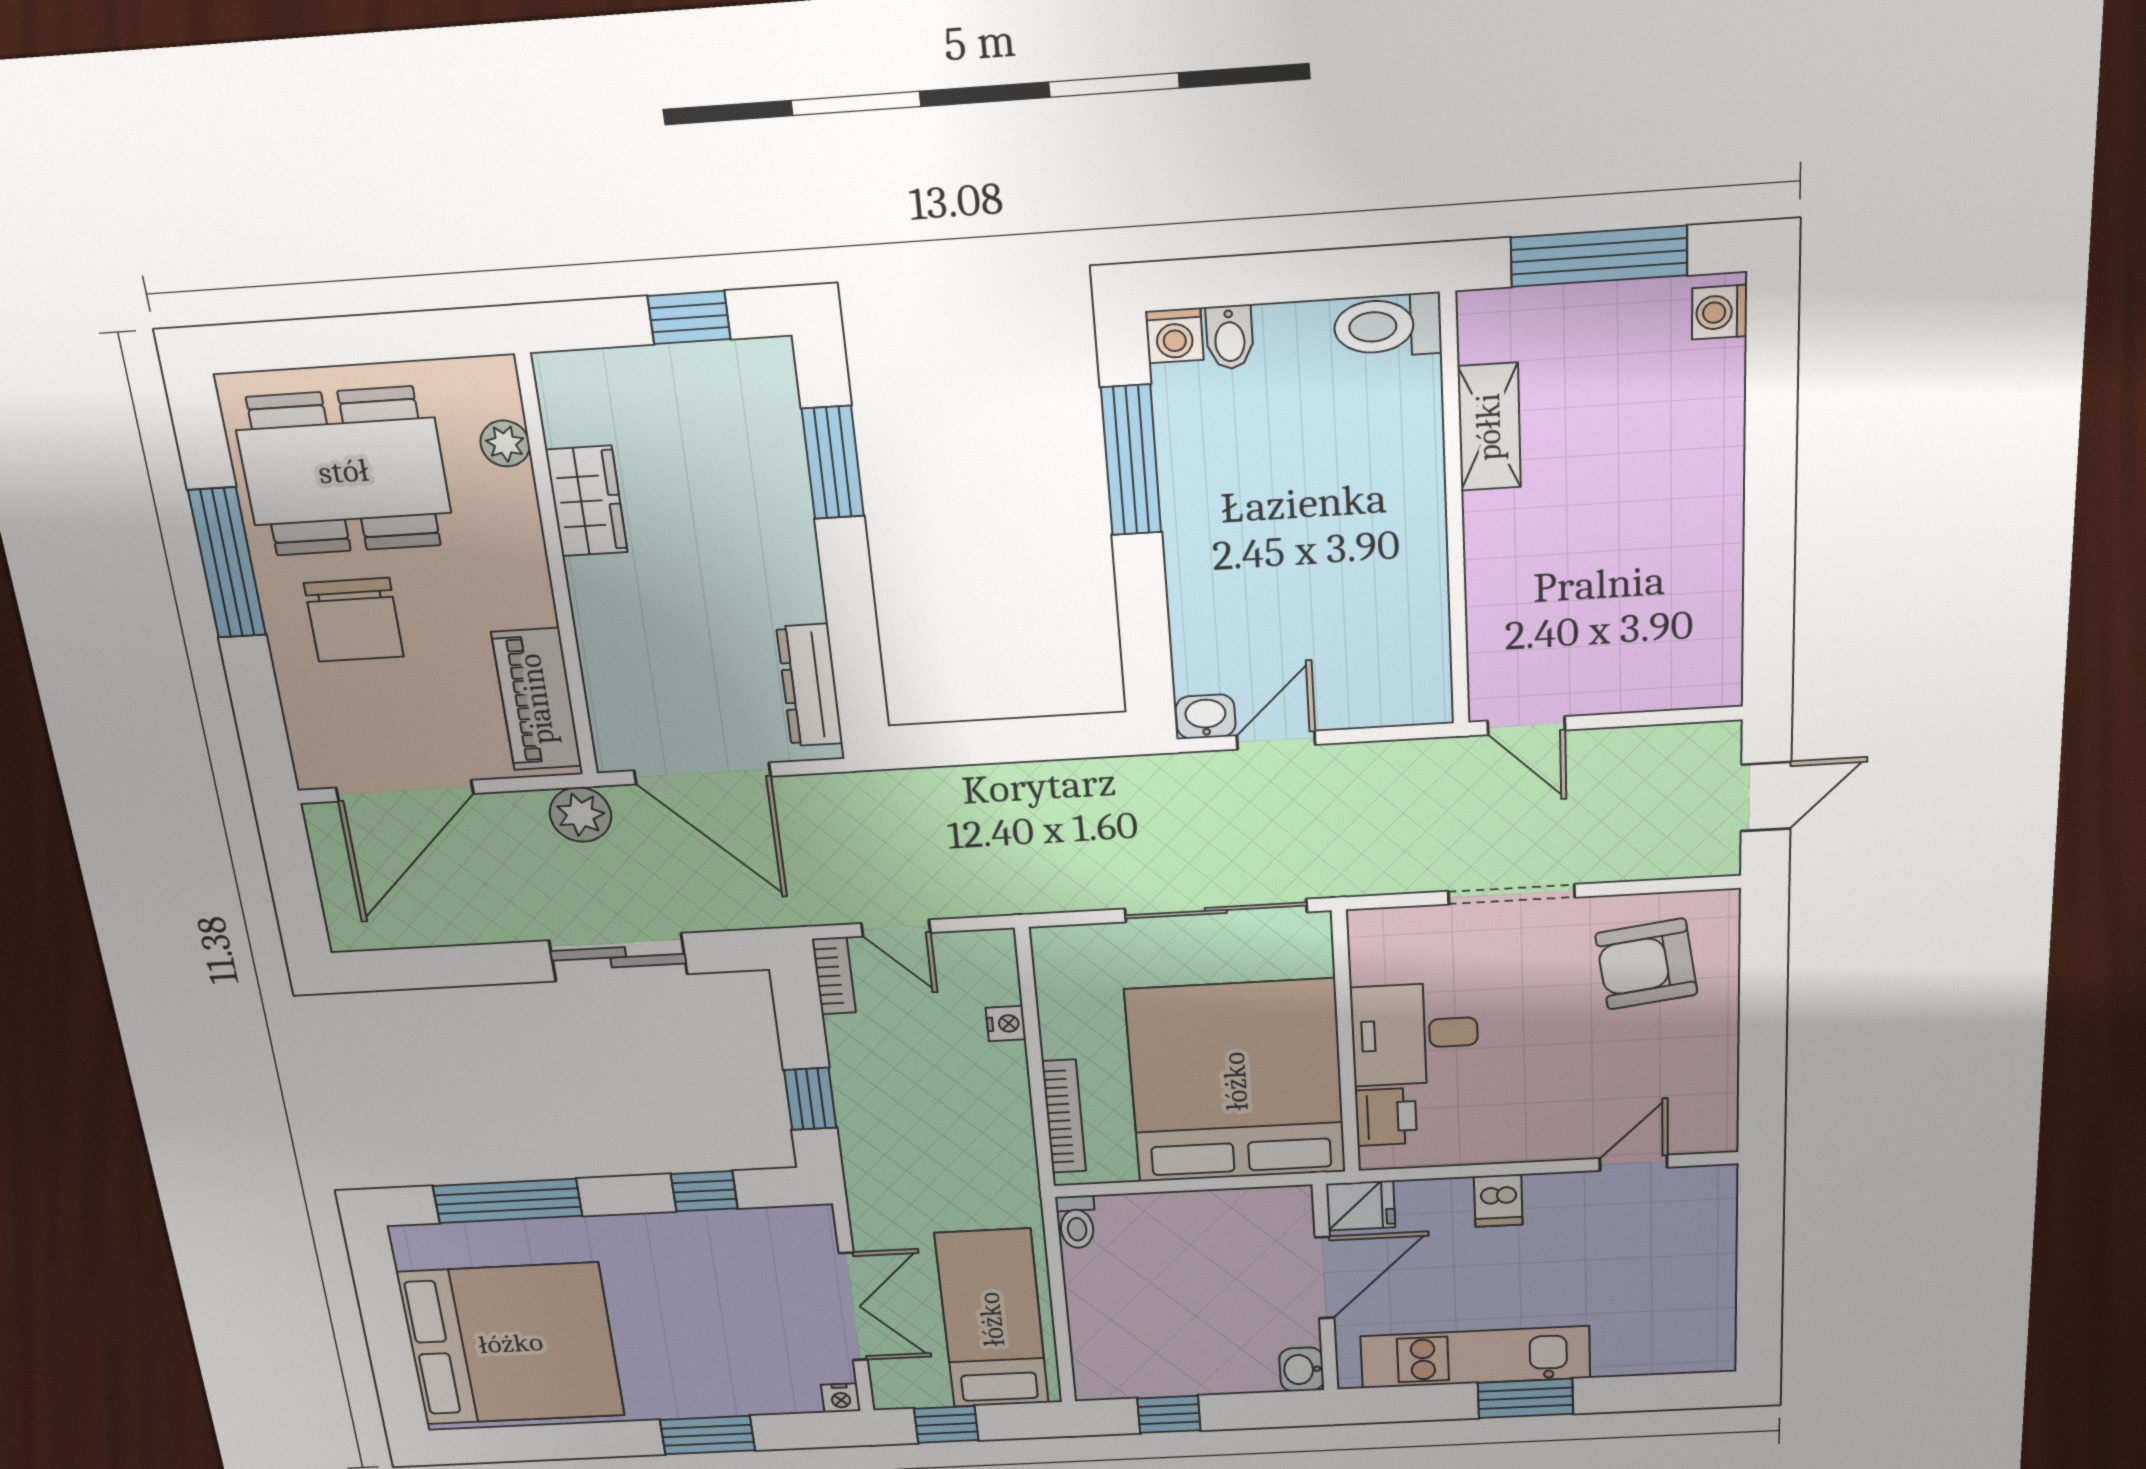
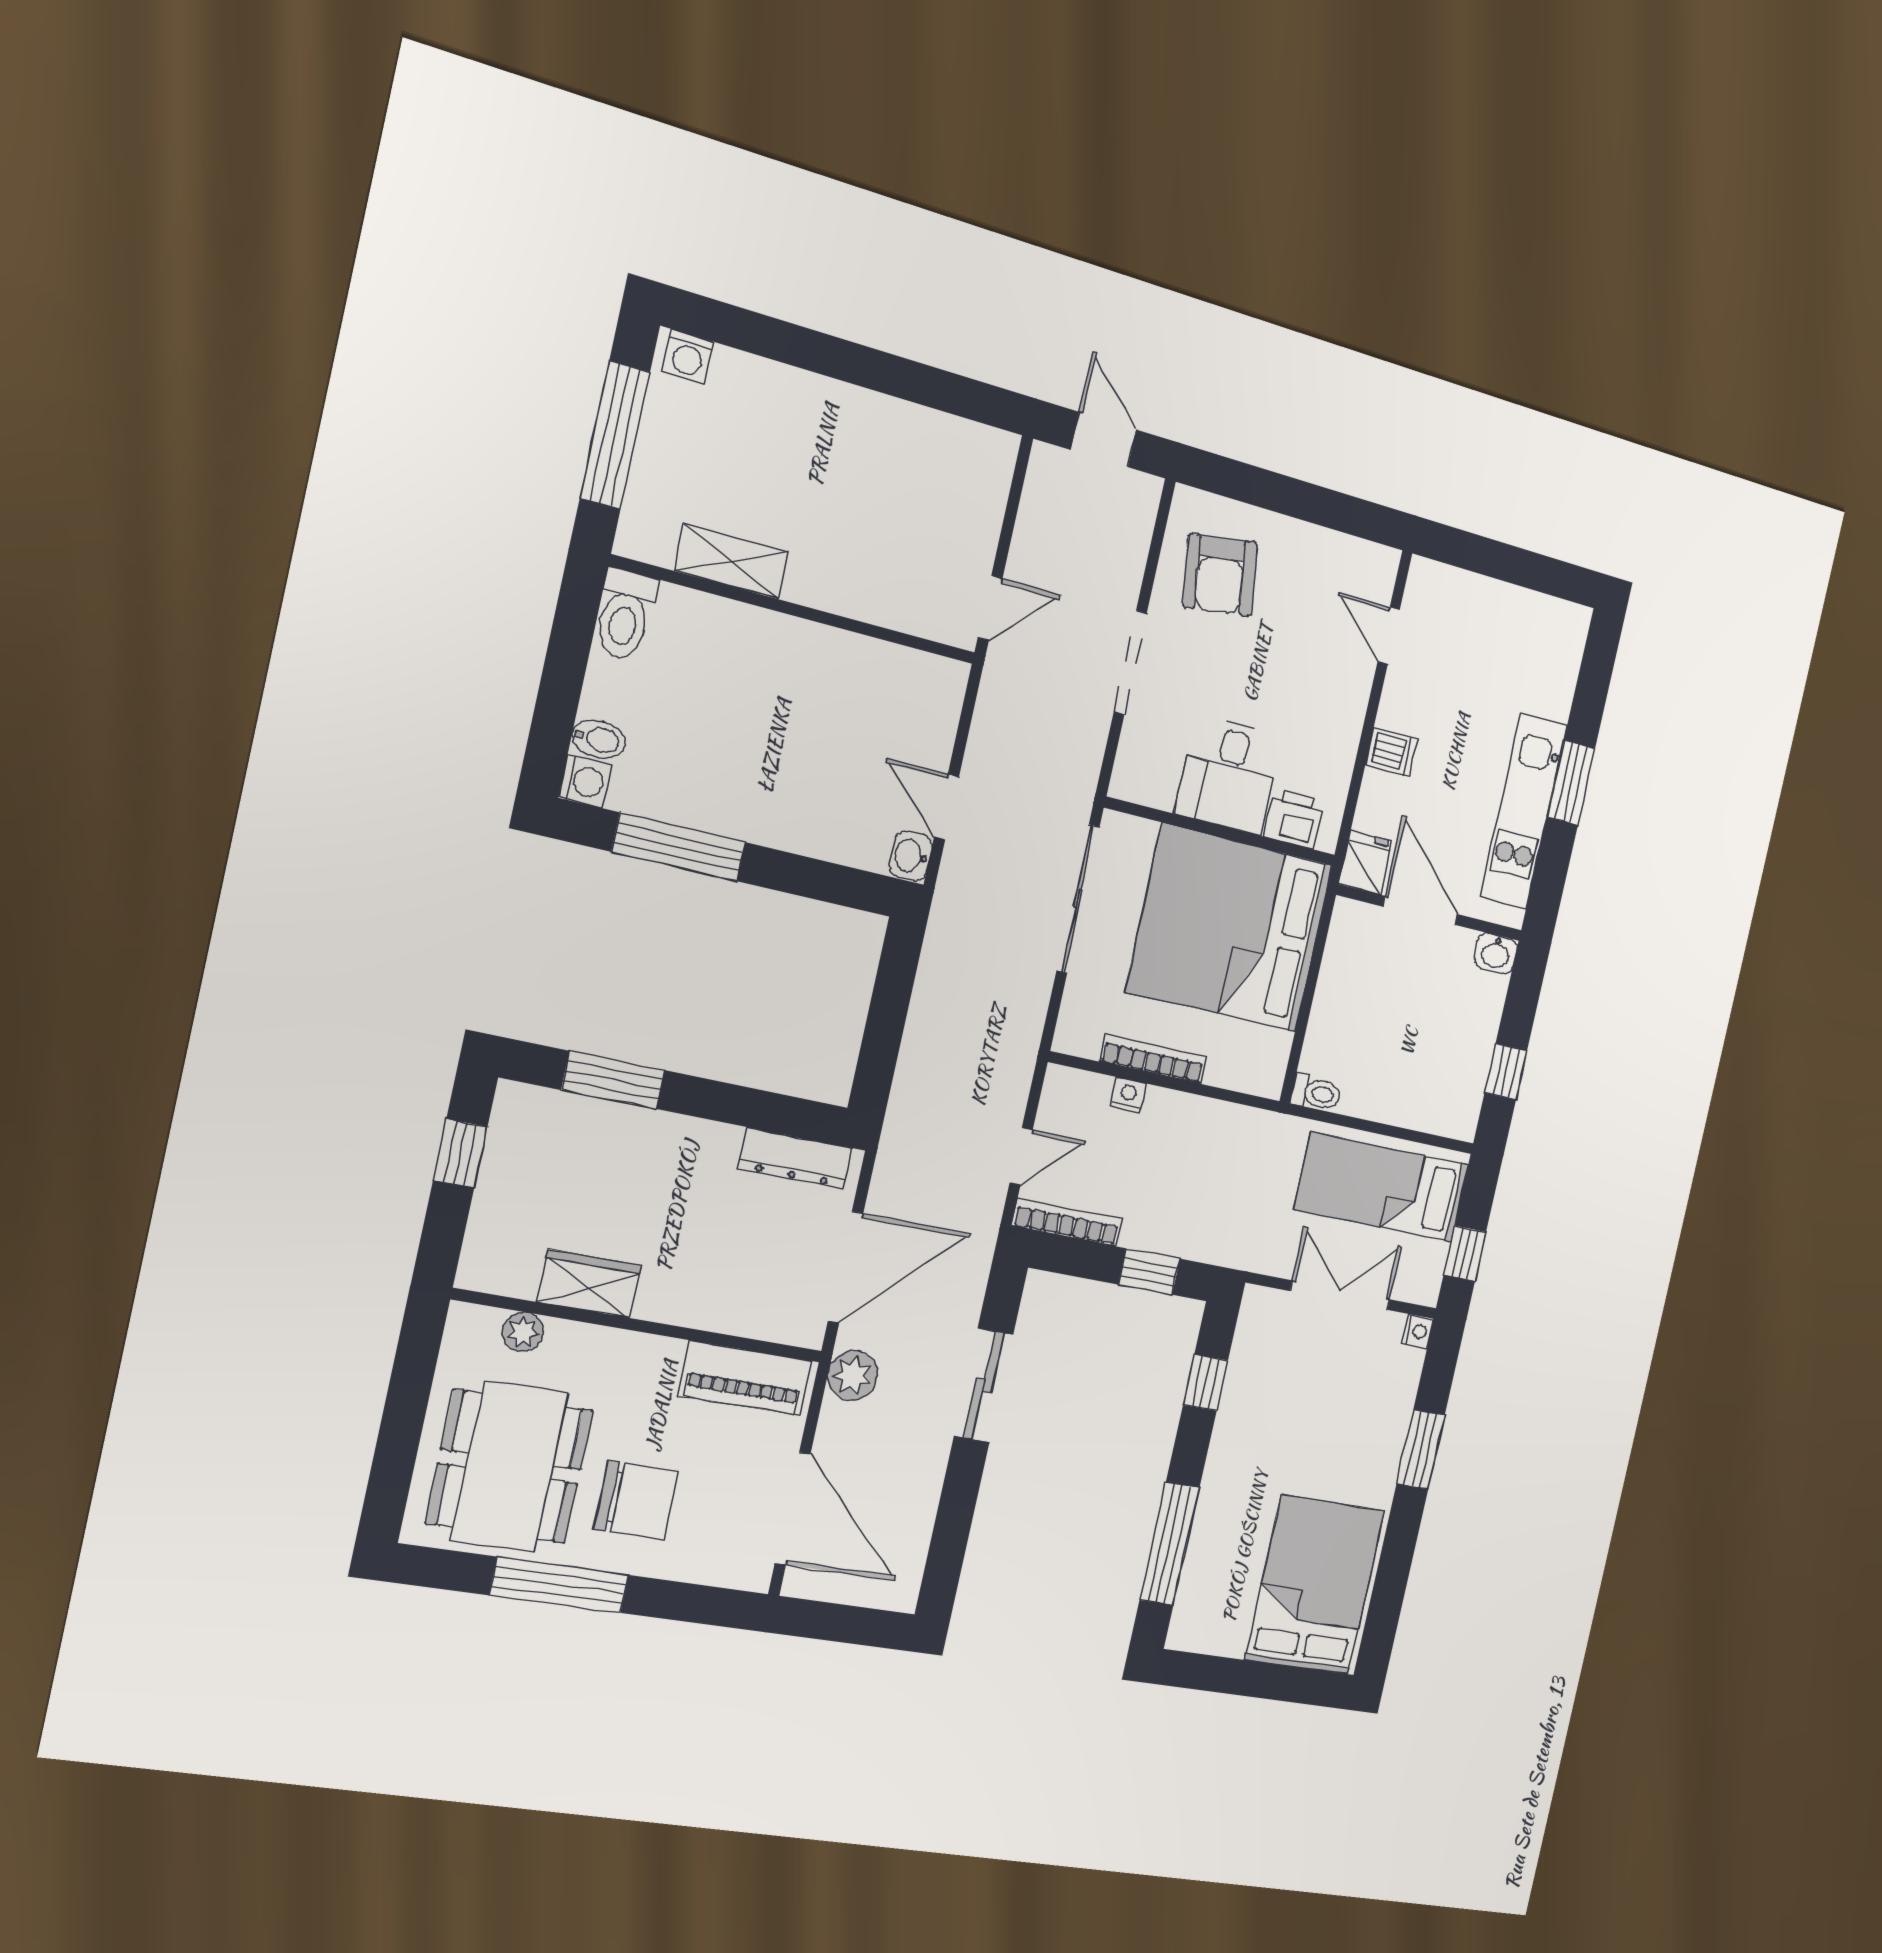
bookcase: (834, 976) -> (1067, 1222), width x1.56
bookcase: (1064, 1116) -> (1153, 1059), moved
bed: (511, 1344) -> (1315, 1585), width x0.73

